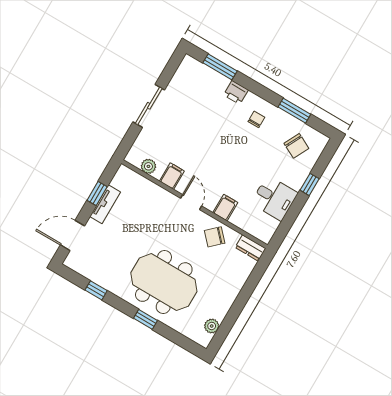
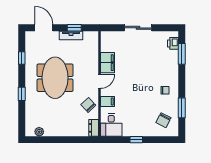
printer: (236, 92) -> (173, 43), moved
plant: (148, 166) -> (105, 47), removed
filing cabinet: (172, 176) -> (108, 63), width x2.00
window: (310, 184) -> (136, 140), moved
desk: (274, 198) -> (111, 125), moved
meeting table: (164, 282) -> (55, 78), moved

